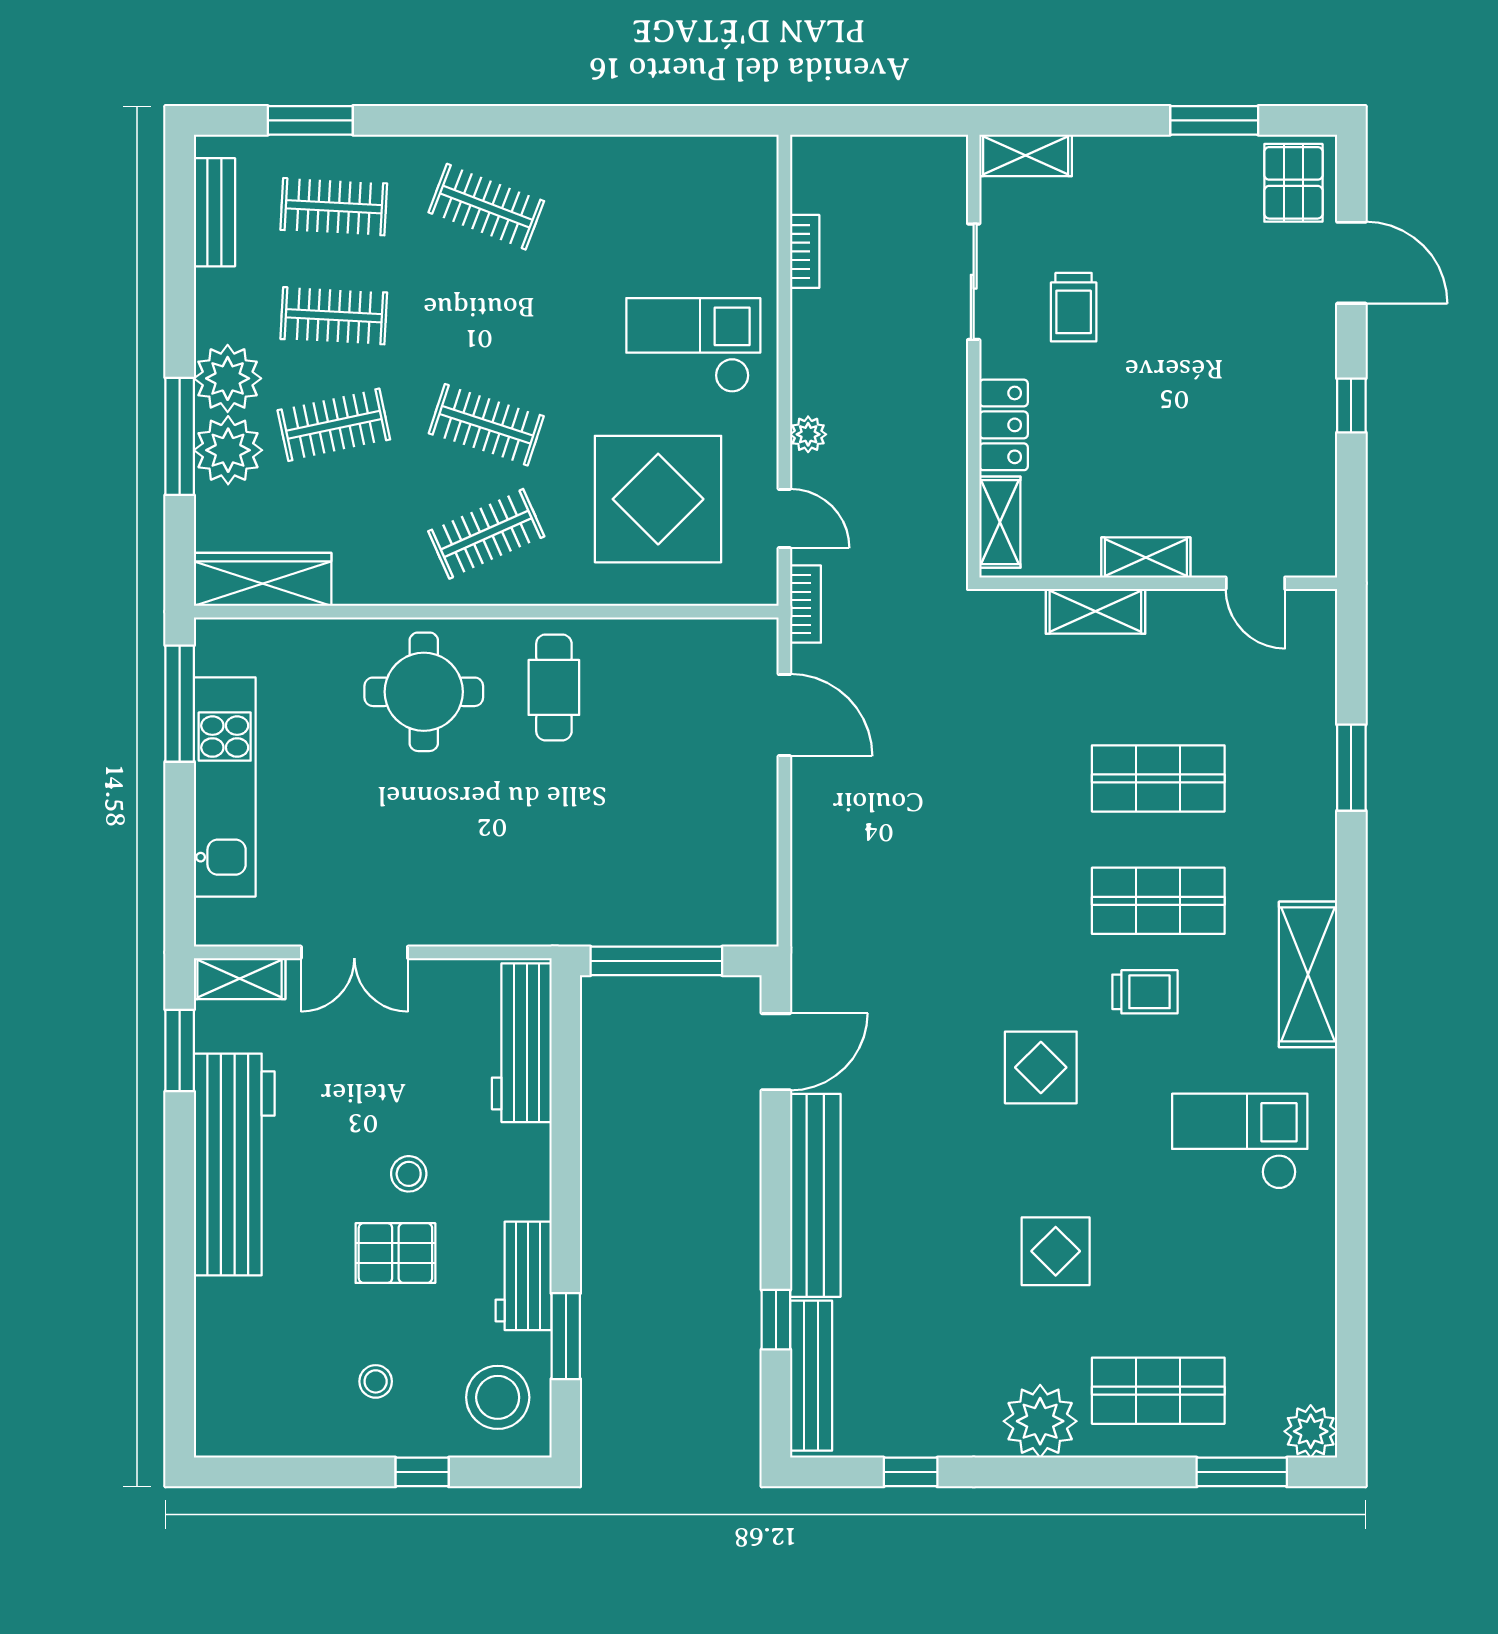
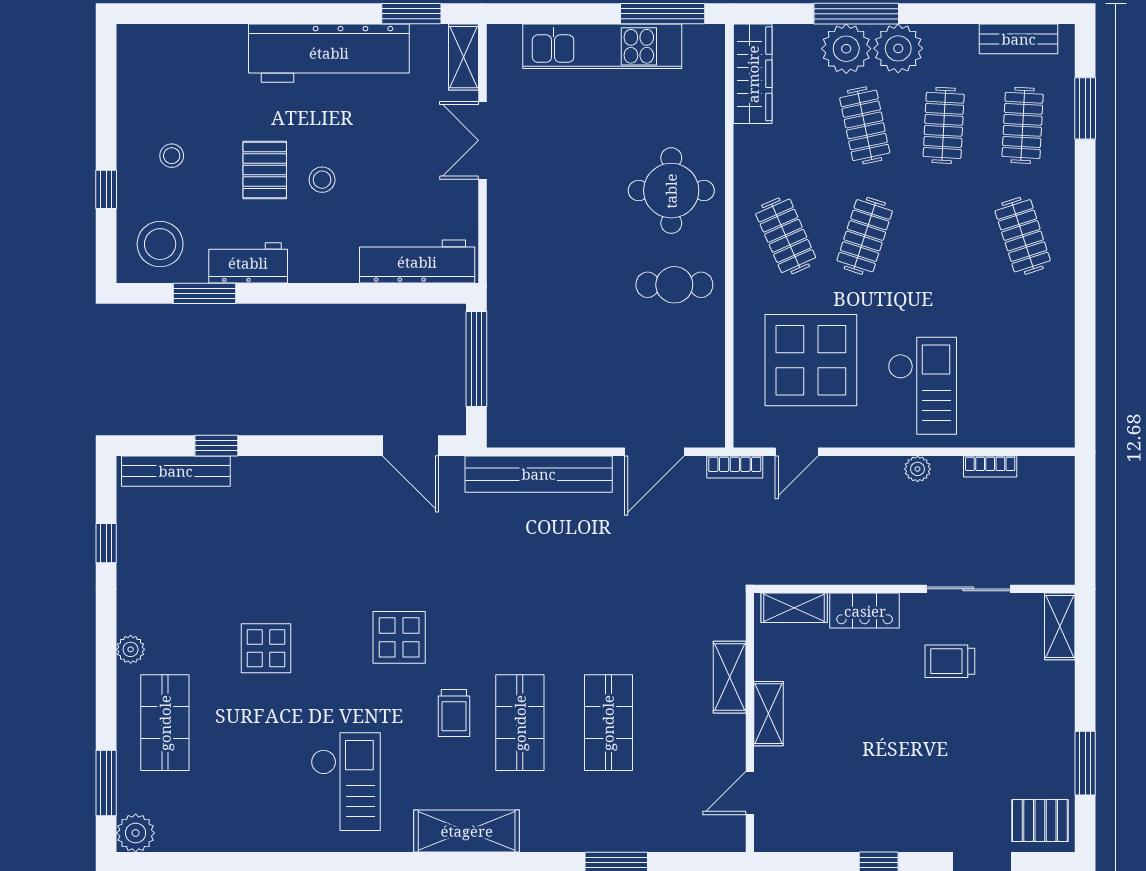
clothes rail: (486, 207) -> (1023, 236), turned -39
plant: (808, 434) -> (918, 469), moved
bench: (815, 1195) -> (539, 474), moved
plant: (1040, 1421) -> (131, 649), width x0.53, depth x0.53

